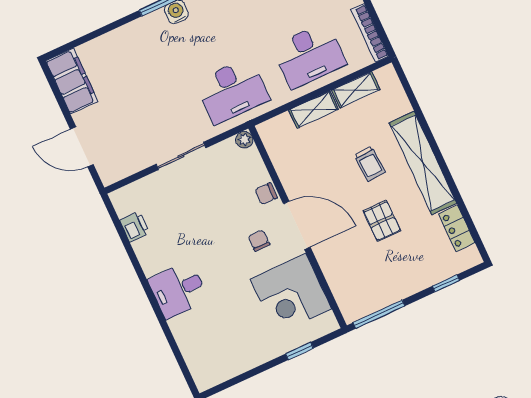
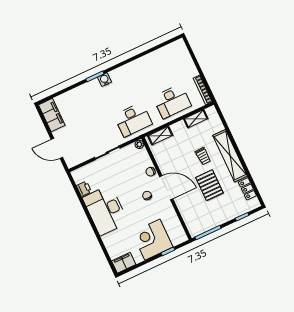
shelving: (314, 110) -> (160, 136), moved
pallet: (382, 221) -> (209, 185), width x1.50, depth x1.42
desk: (178, 290) -> (105, 210), width x1.87, depth x1.30
corner desk: (291, 294) -> (152, 240), moved, turned 90
filing cabinet: (212, 373) -> (124, 263), added

